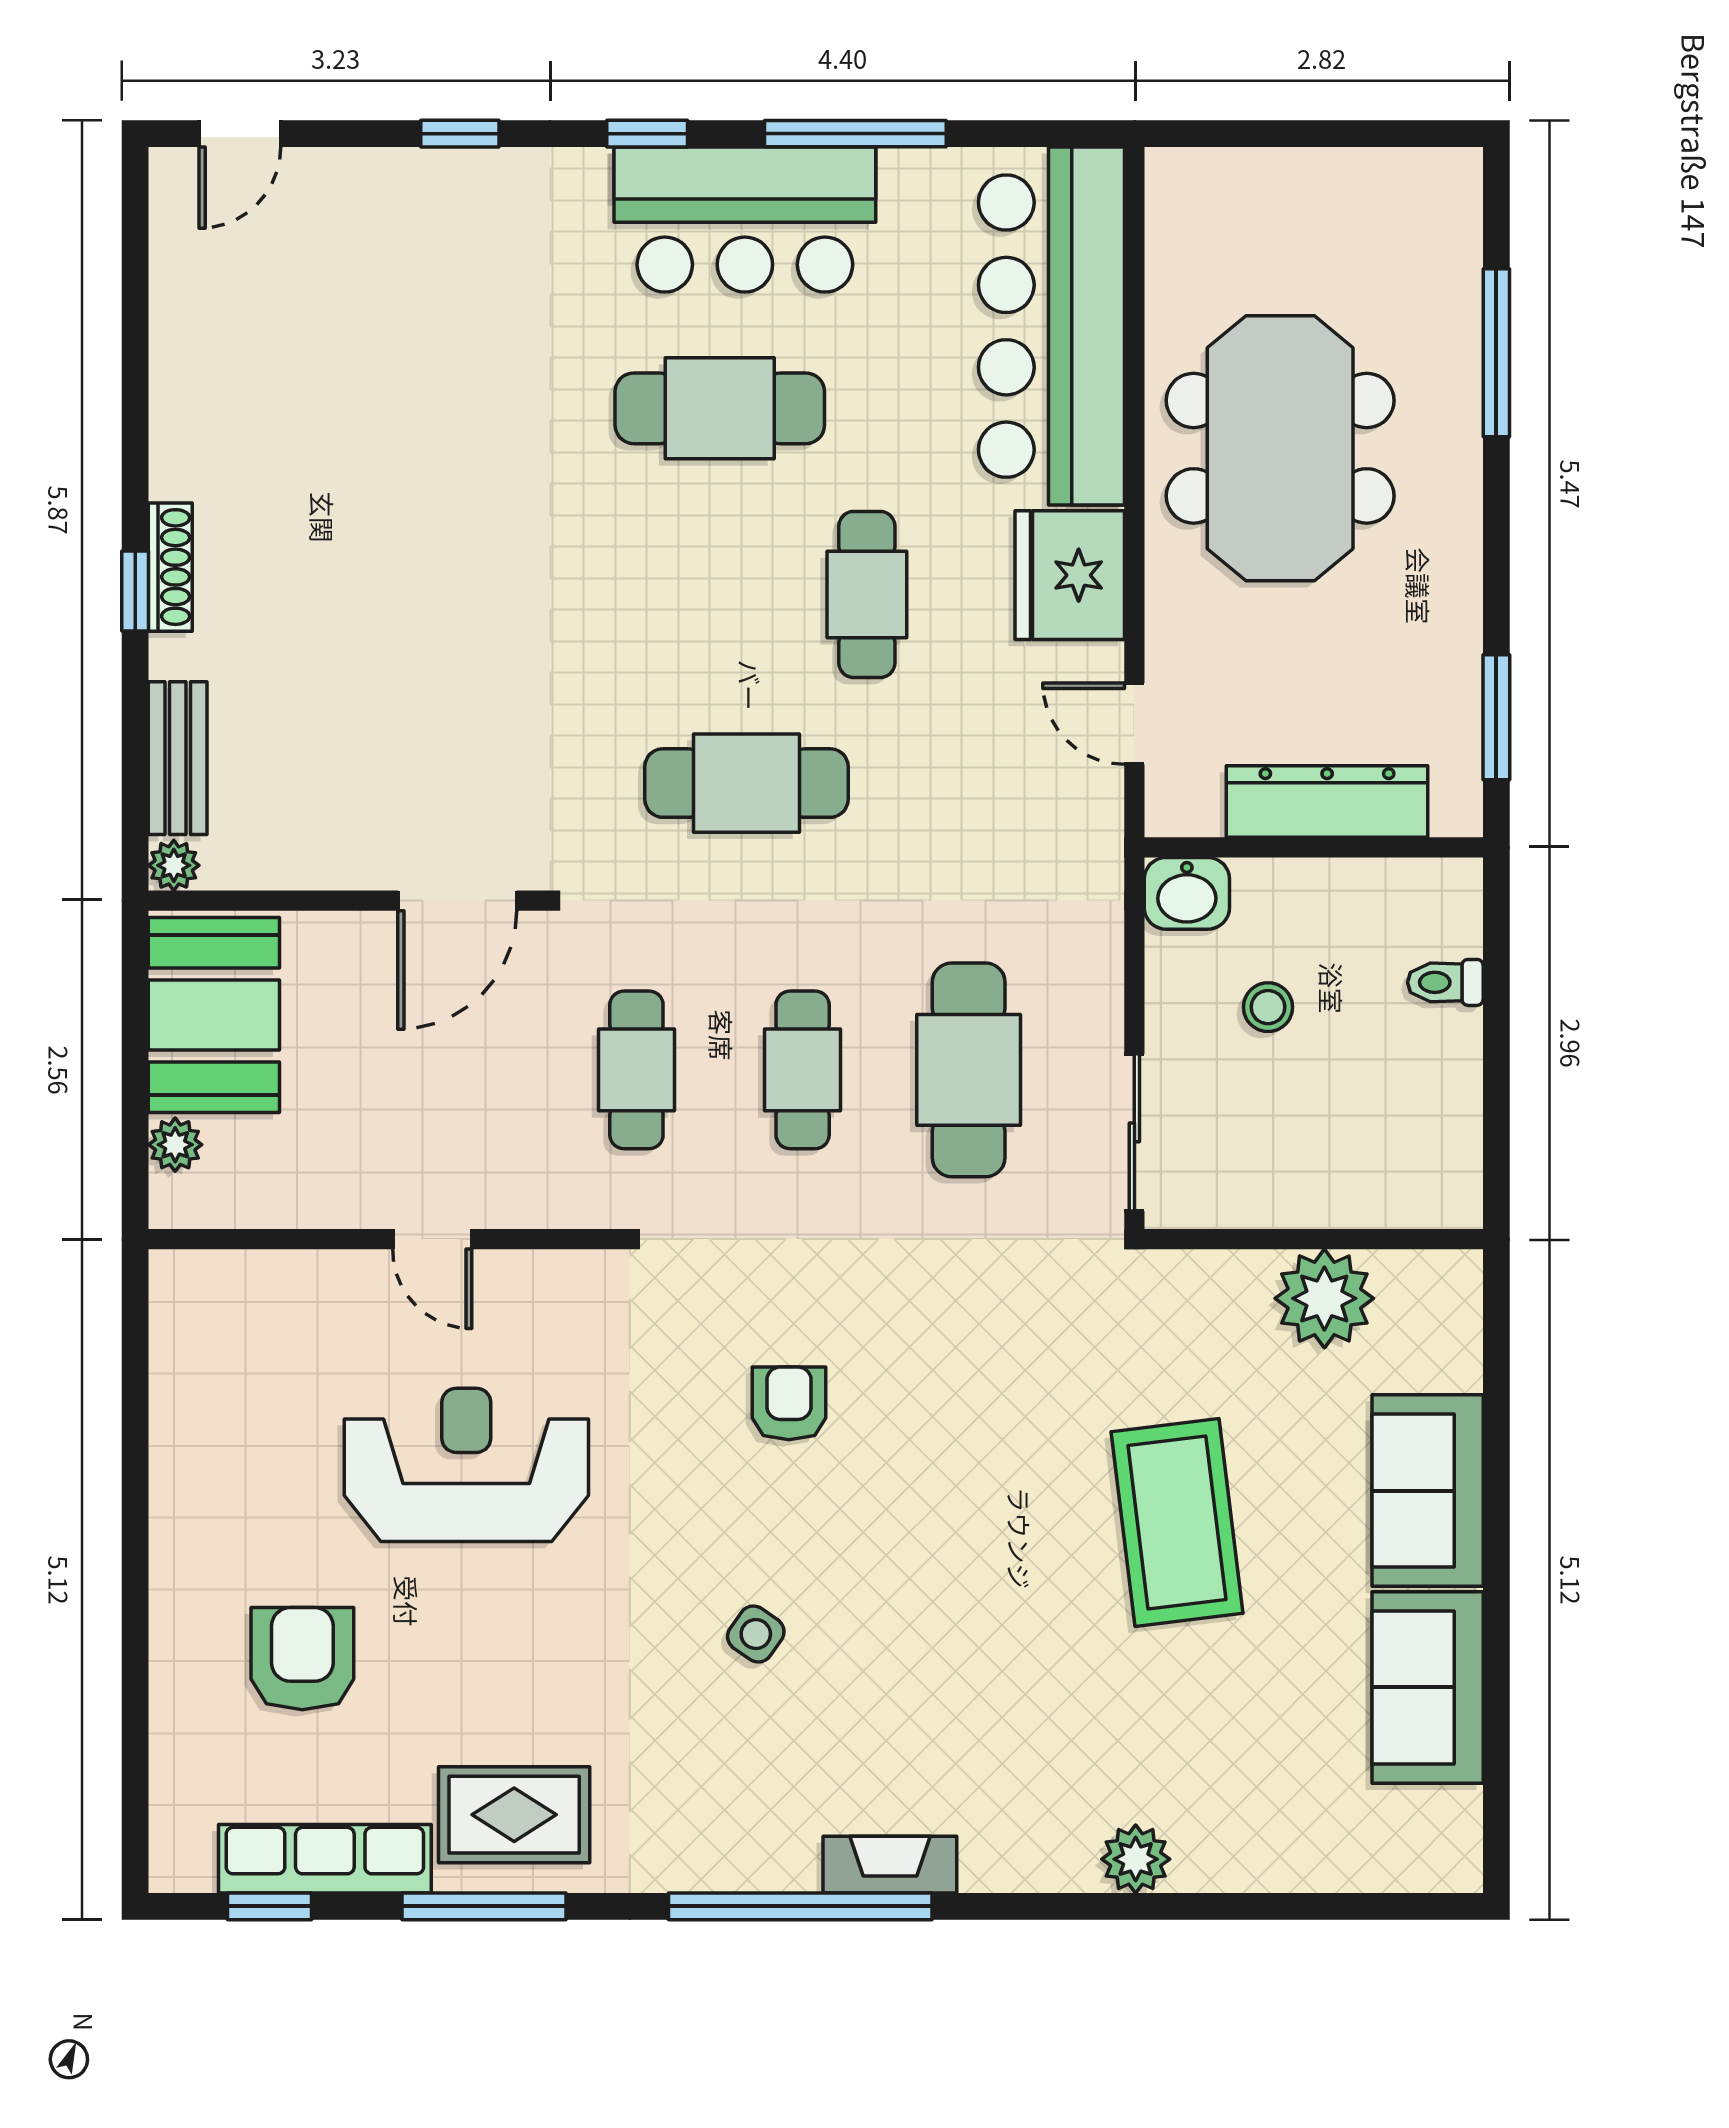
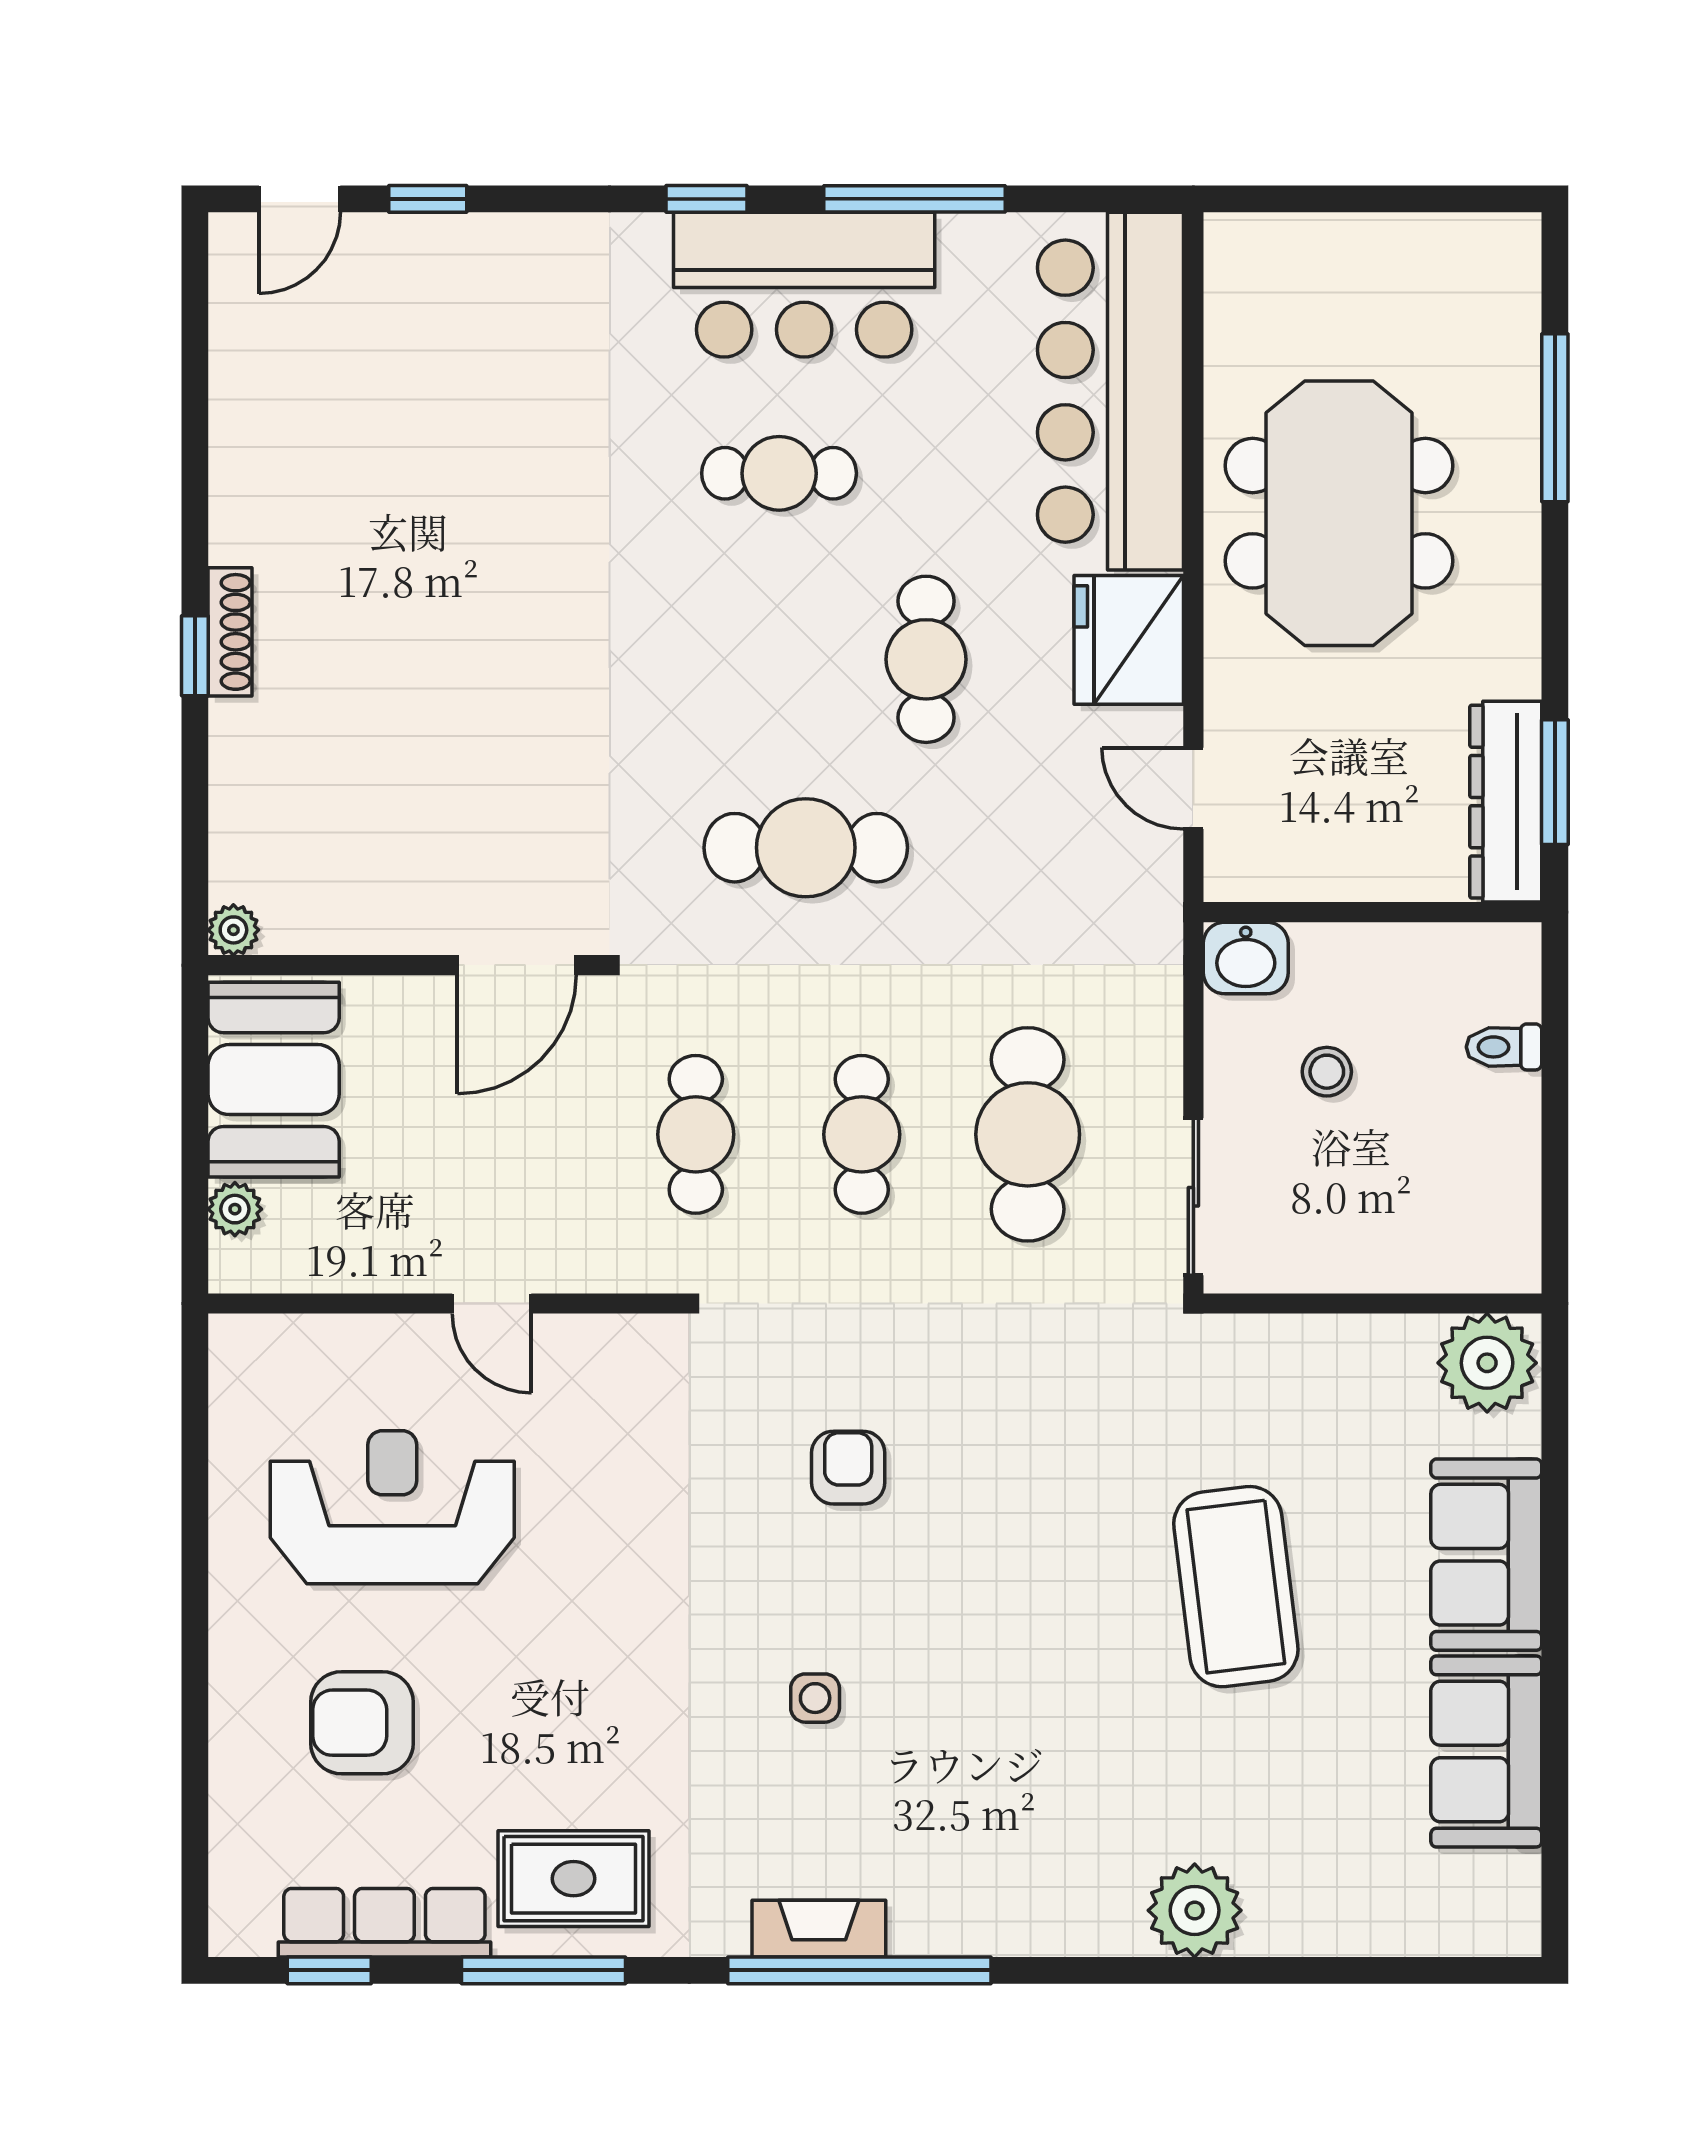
window: (460, 134) -> (428, 199), moved
cafe table: (720, 408) -> (779, 473), width x0.73, depth x0.74
bench: (178, 758) -> (237, 823), removed
dresser: (1327, 802) -> (1506, 802), moved, turned -90
plant: (1324, 1298) -> (1487, 1363), moved
reception desk: (466, 1465) -> (392, 1507), moved
side table: (756, 1634) -> (815, 1698), turned -35
armchair: (302, 1659) -> (362, 1723), turned -90
plant: (1136, 1859) -> (1195, 1910), width x1.36, depth x1.36
fireplace: (890, 1865) -> (819, 1929), moved

